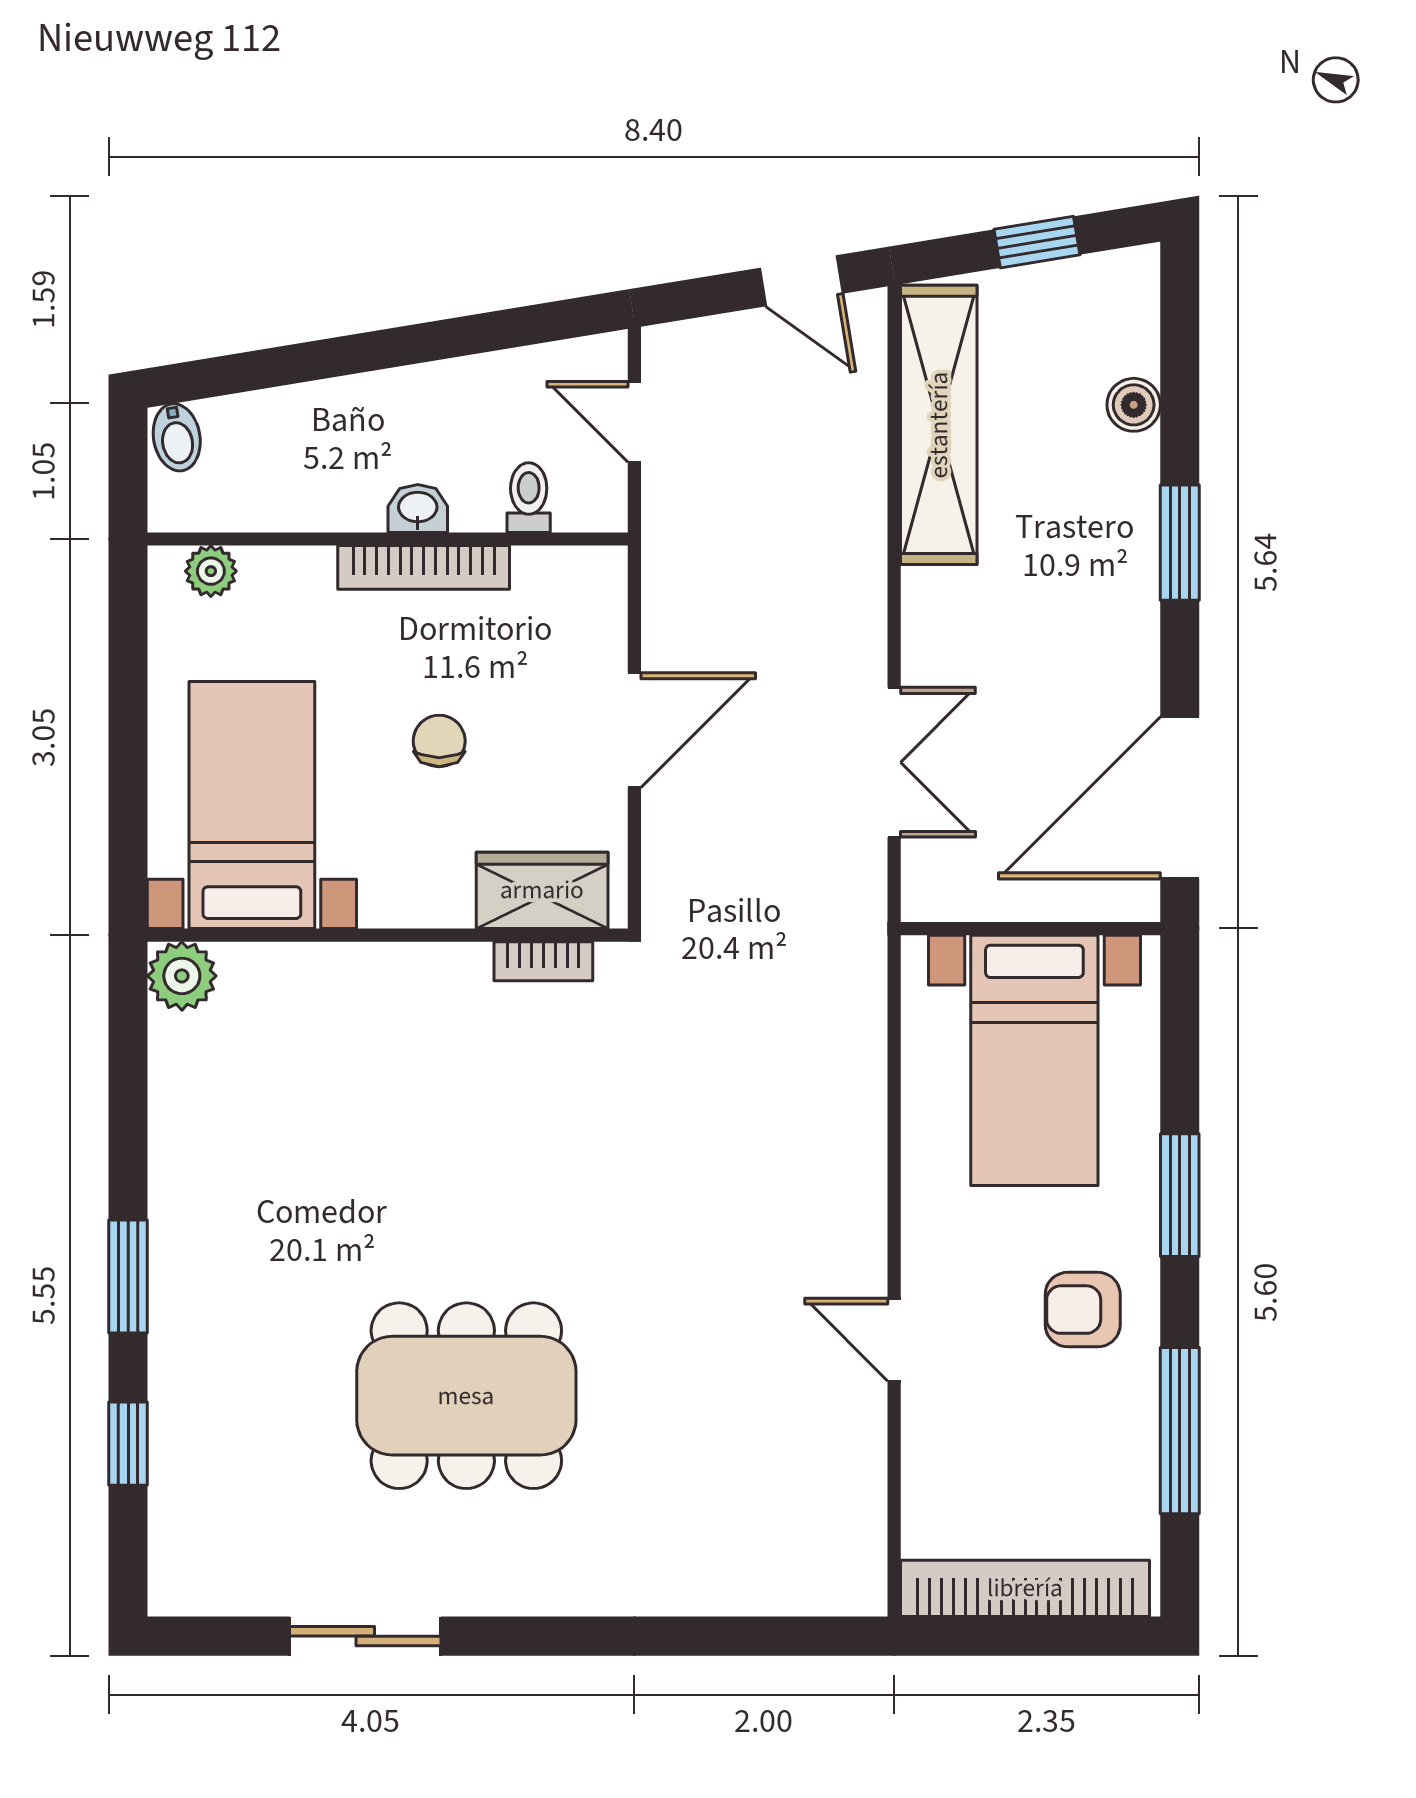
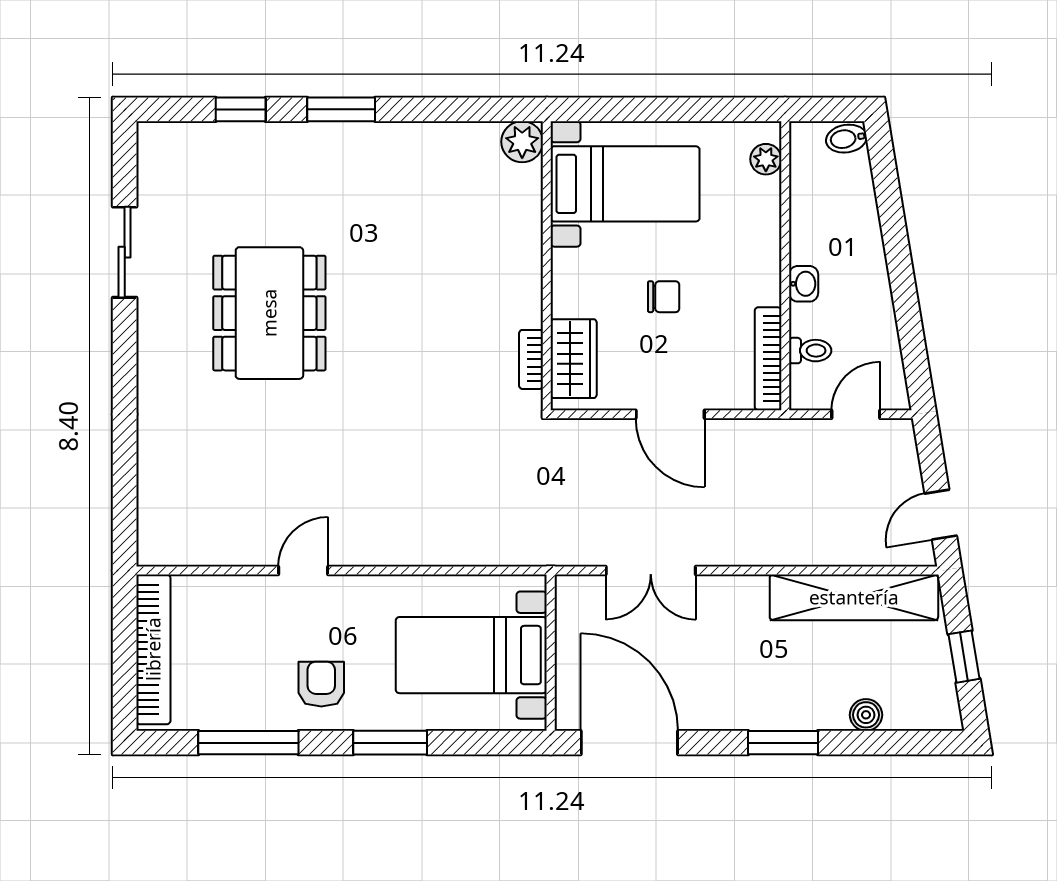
bookcase: (424, 567) -> (768, 359), moved

